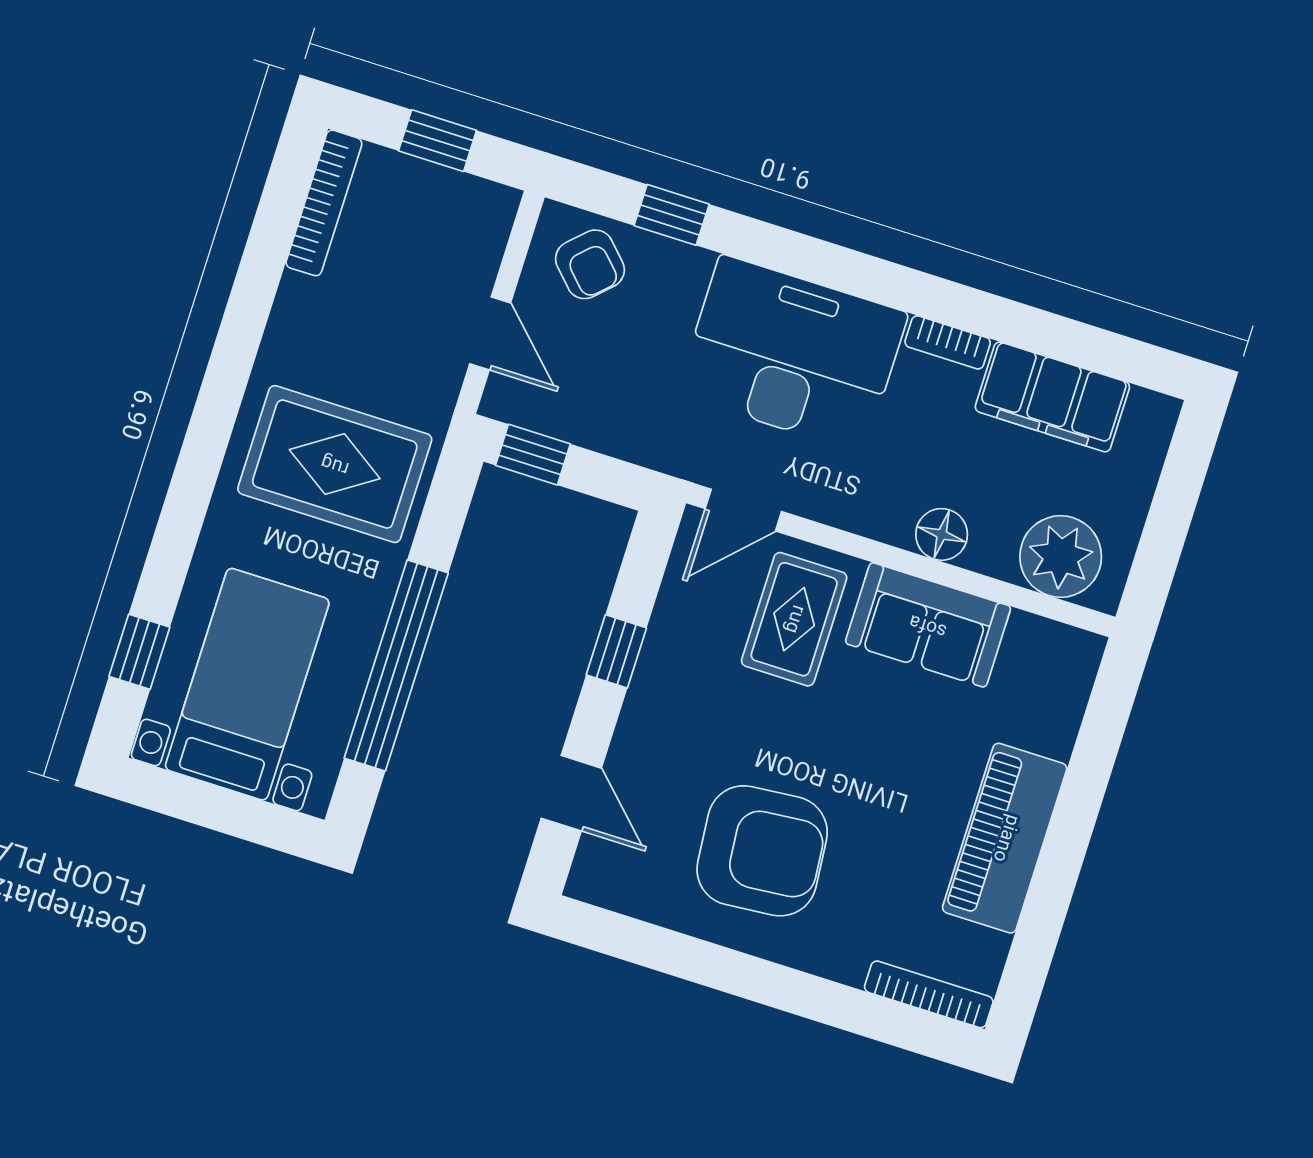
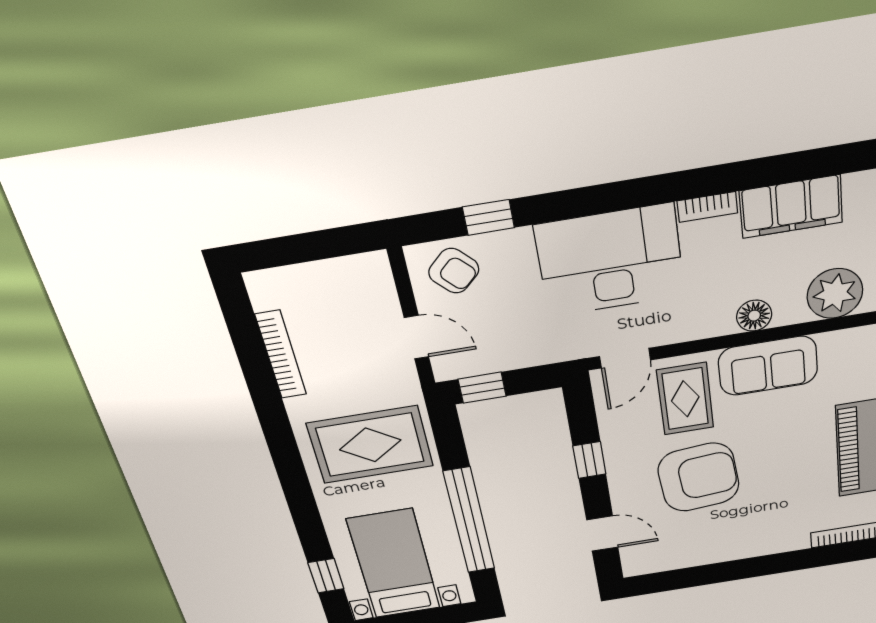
window: (438, 141) -> (313, 246), removed
bookcase: (324, 203) -> (281, 355), moved
armchair: (762, 851) -> (699, 477), moved

